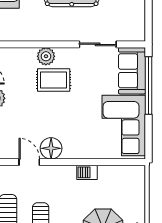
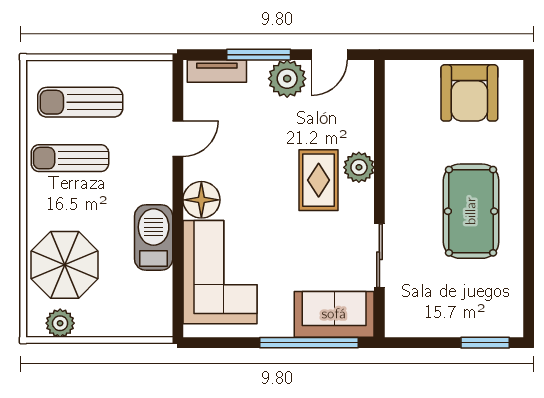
corner sofa: (124, 126) -> (220, 272), moved, turned 90
floor lamp: (51, 148) -> (201, 200), moved
barbecue: (87, 172) -> (154, 238), width x1.88, depth x1.53

